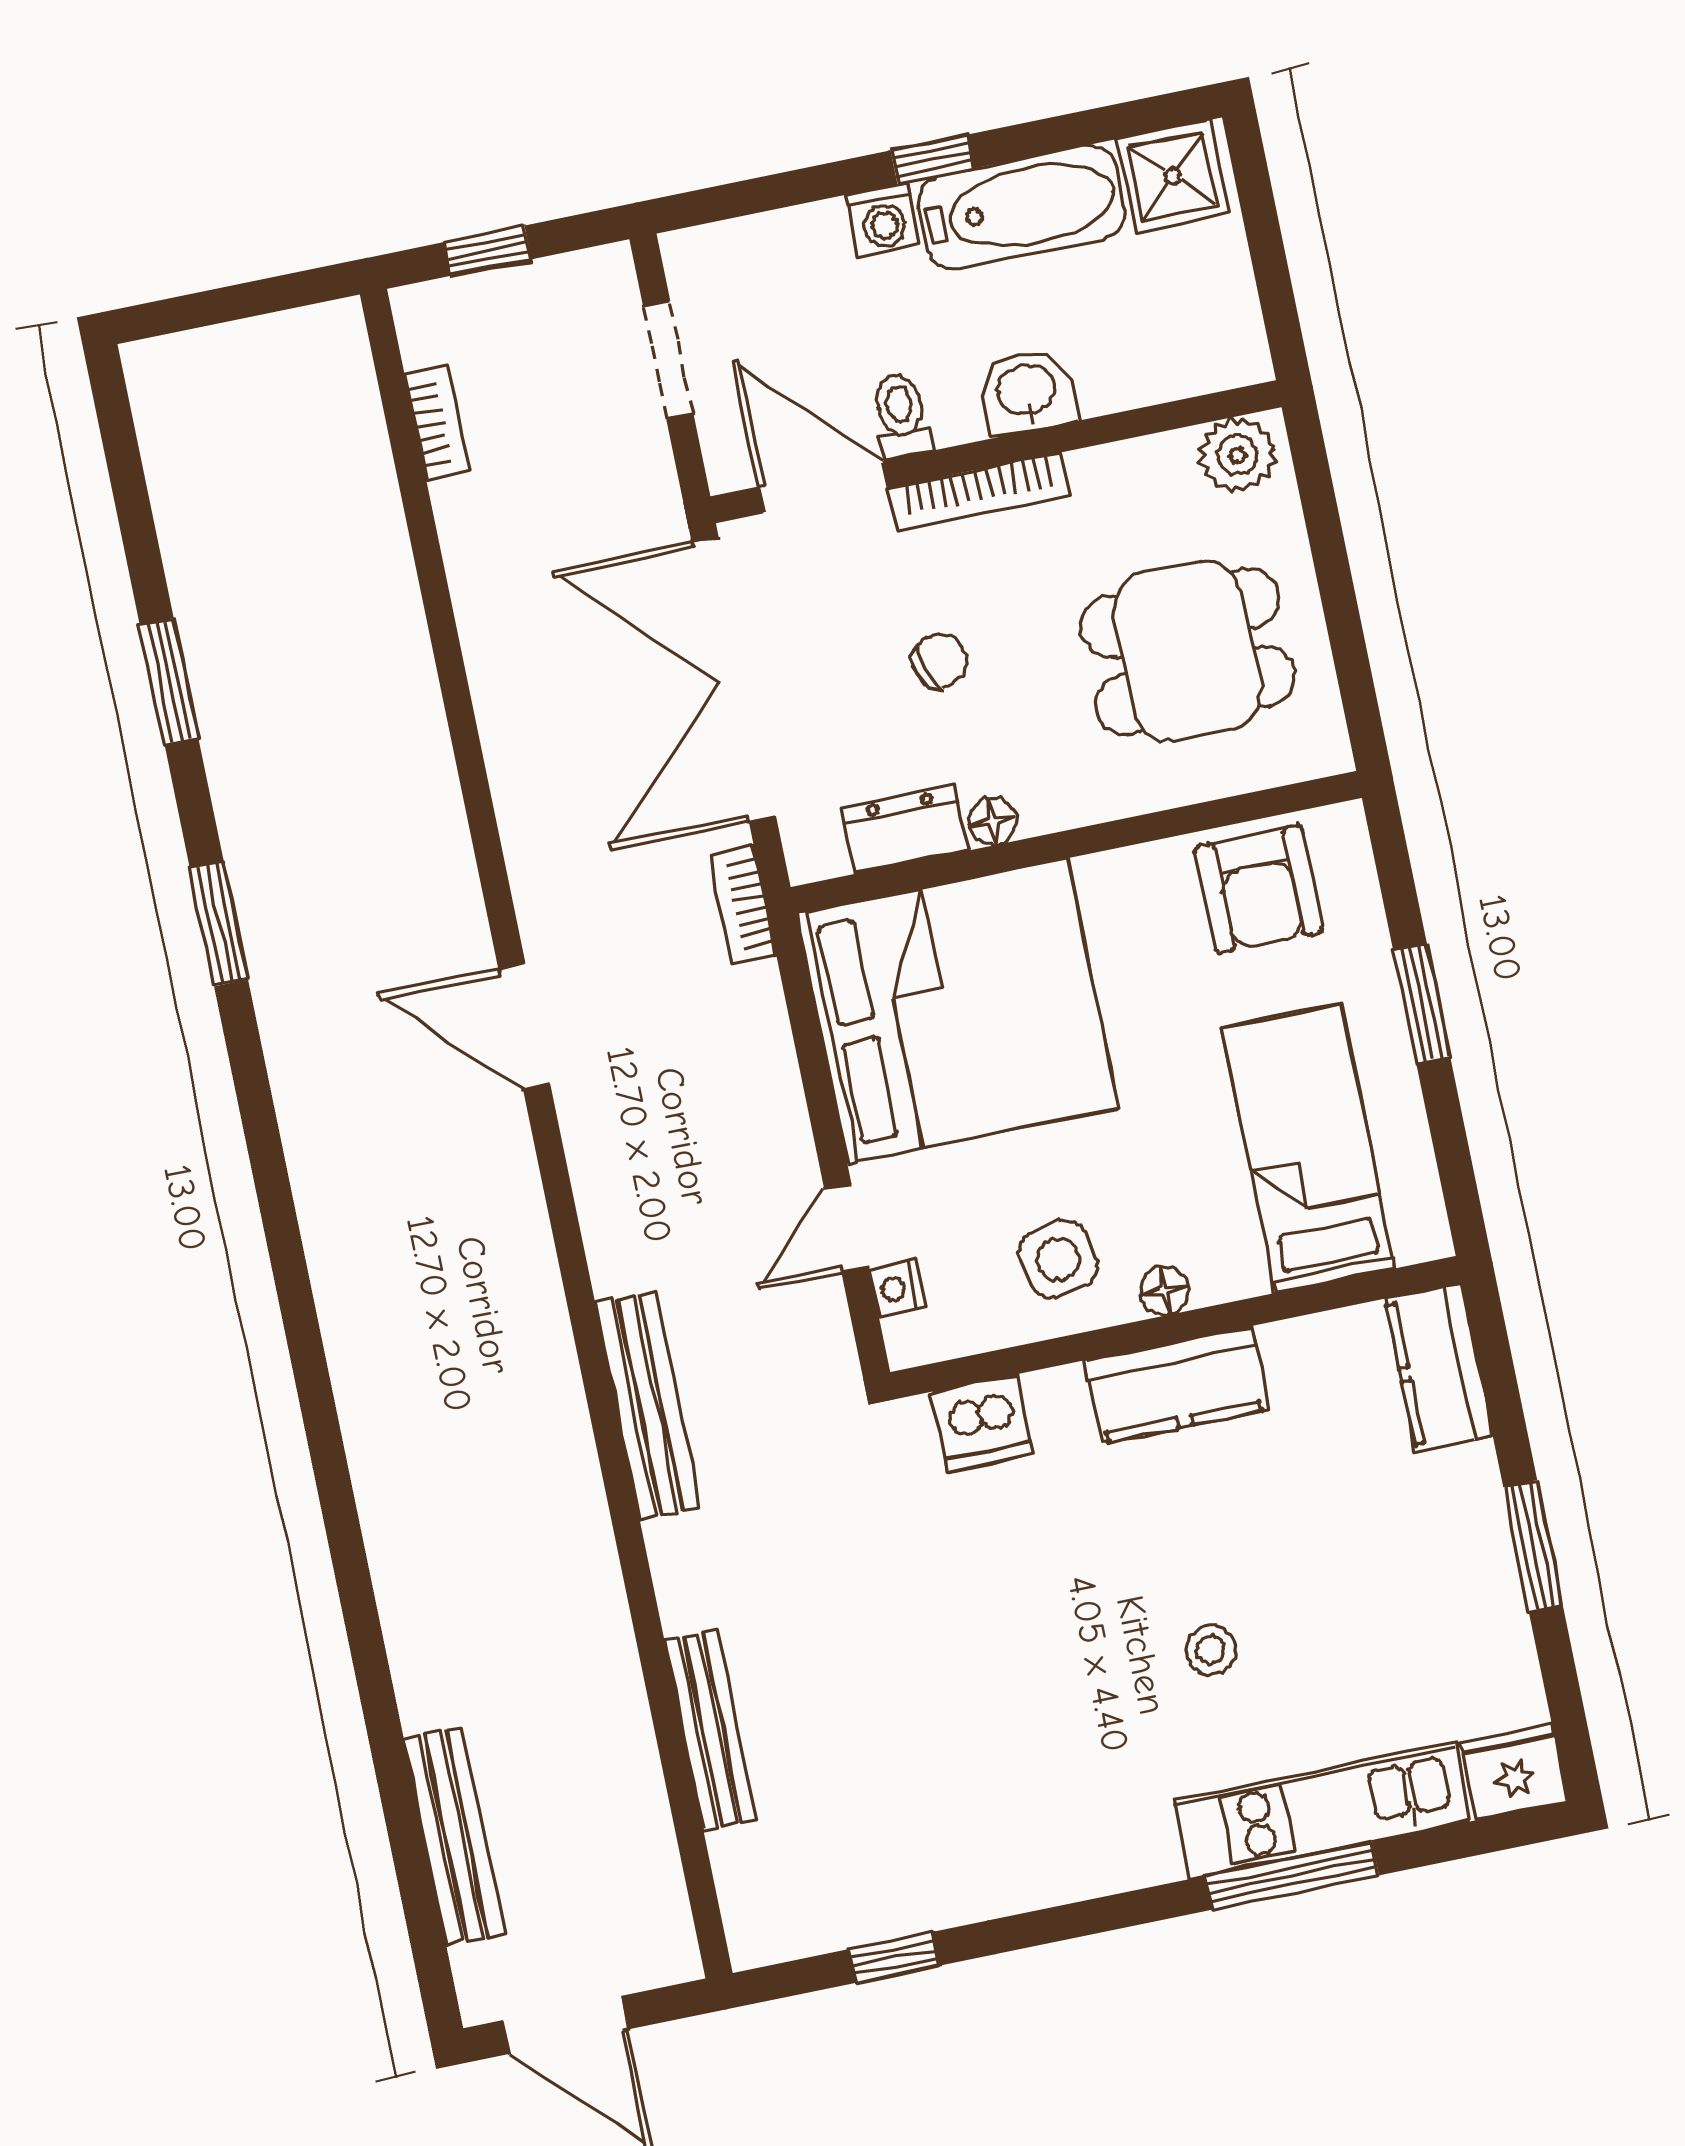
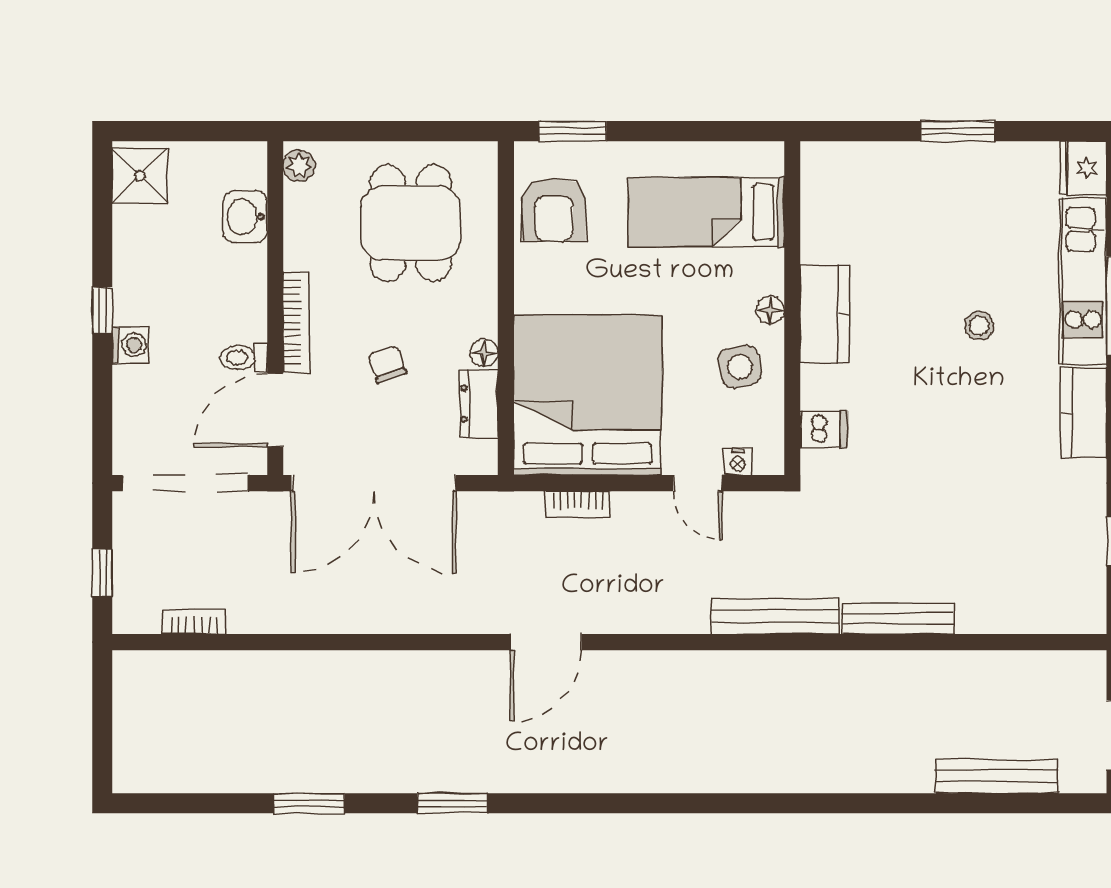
bathtub: (1022, 207) -> (140, 265), removed
doorway: (668, 360) -> (185, 483), width x1.88
washbasin: (1027, 392) -> (245, 217), moved
plant: (1237, 455) -> (299, 166), width x0.73, depth x0.73
armchair: (1259, 890) -> (554, 210), turned 90
bookcase: (743, 905) -> (578, 504), moved
window: (1422, 1004) -> (573, 131), moved
kitchen counter: (1439, 1367) -> (1084, 413), moved, turned 90
dishwasher: (982, 1423) -> (824, 429), width x0.73
bench: (710, 1730) -> (898, 619), moved

